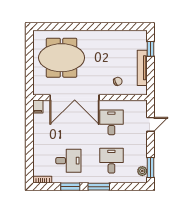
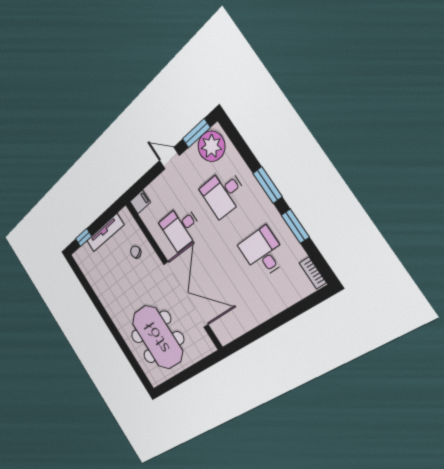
filing cabinet: (38, 107) -> (140, 202), moved
door: (150, 124) -> (169, 158), moved
plant: (142, 171) -> (211, 146), width x1.88, depth x1.88

